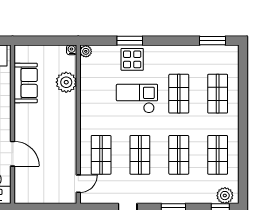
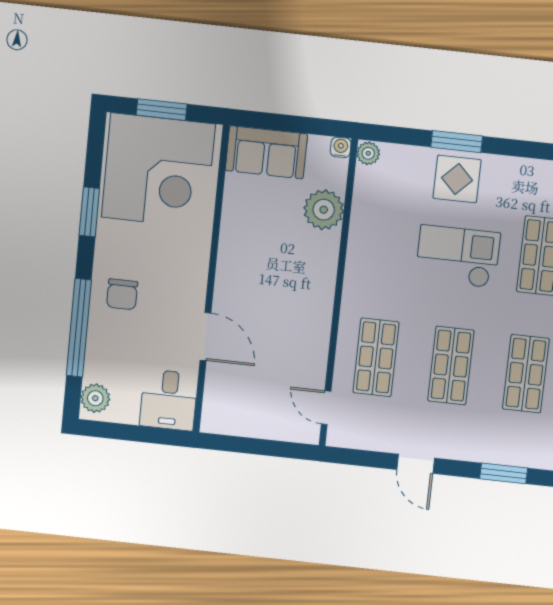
sofa: (26, 83) -> (266, 152), moved, turned 90
door: (78, 184) -> (326, 408), swing flipped

